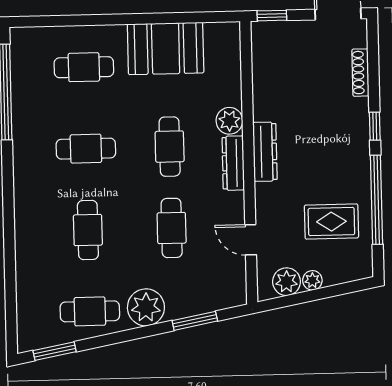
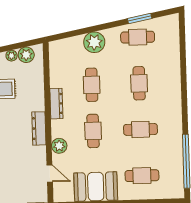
dresser: (233, 163) -> (56, 104), moved
door: (251, 240) -> (50, 173), moved
plant: (146, 307) -> (94, 42), moved
window: (195, 321) -> (78, 32), removed
window: (55, 351) -> (140, 18), moved

